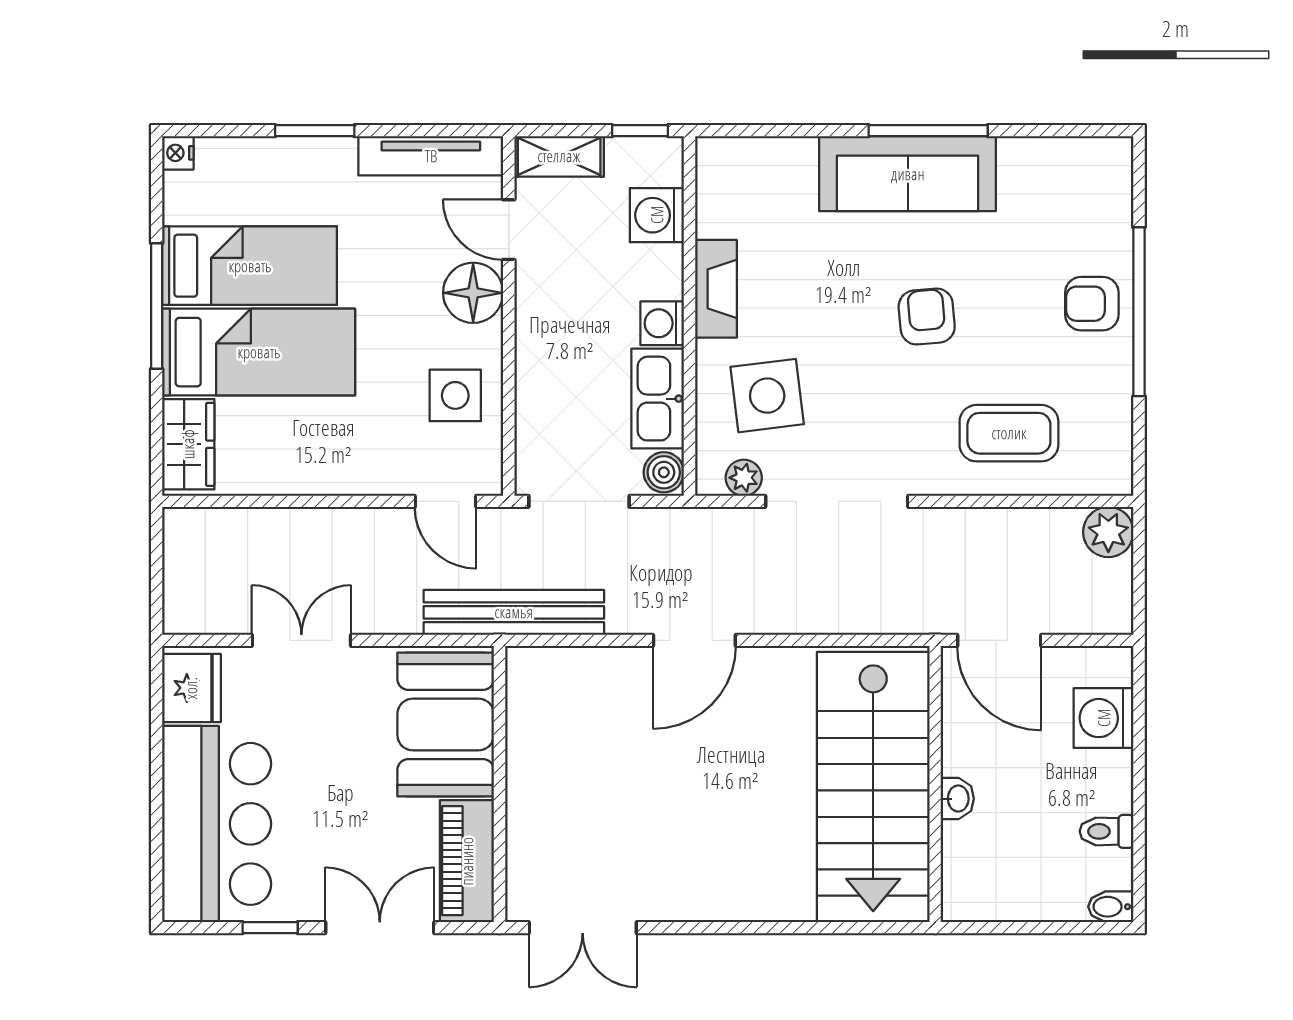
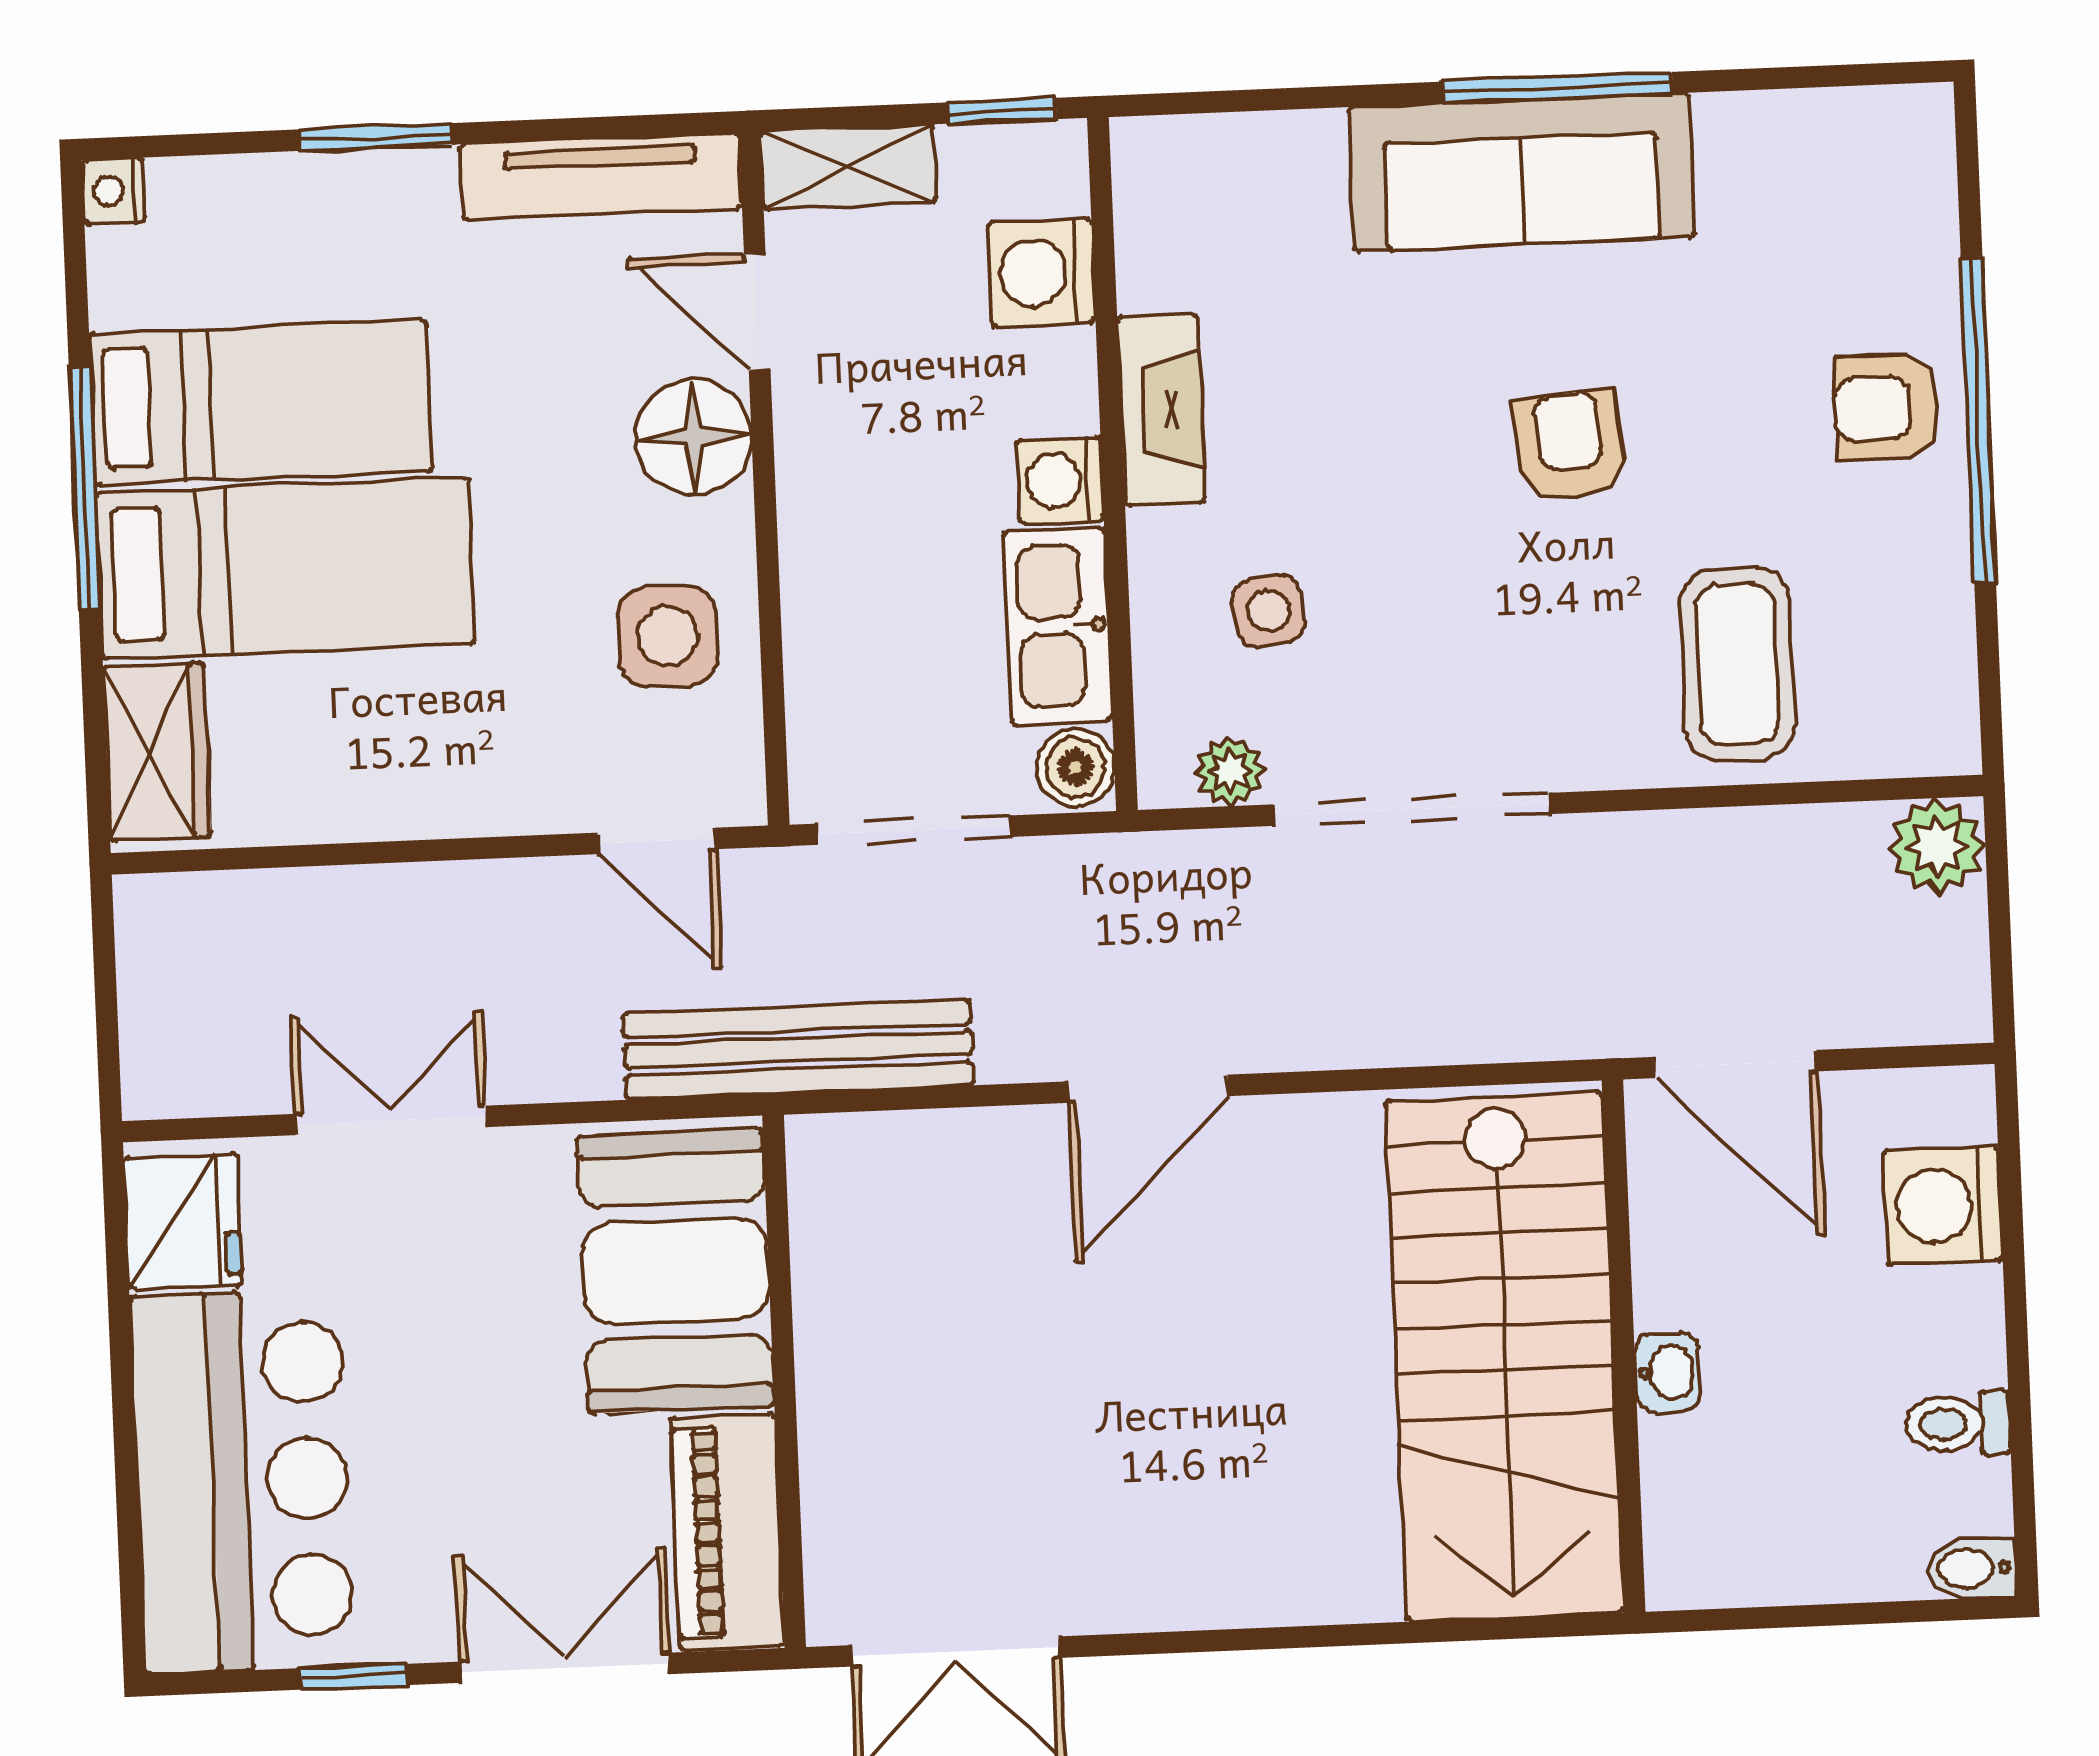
side table: (767, 396) -> (1269, 611), width x0.54, depth x0.54
coffee table: (1009, 433) -> (1738, 664), turned 90

